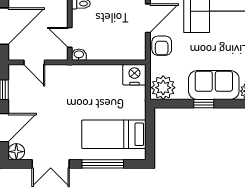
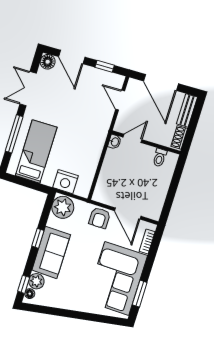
armchair: (162, 46) -> (100, 218), turned -90
door: (34, 62) -> (120, 100), hinge flipped
nightstand: (134, 75) -> (65, 182), moved, turned 90

